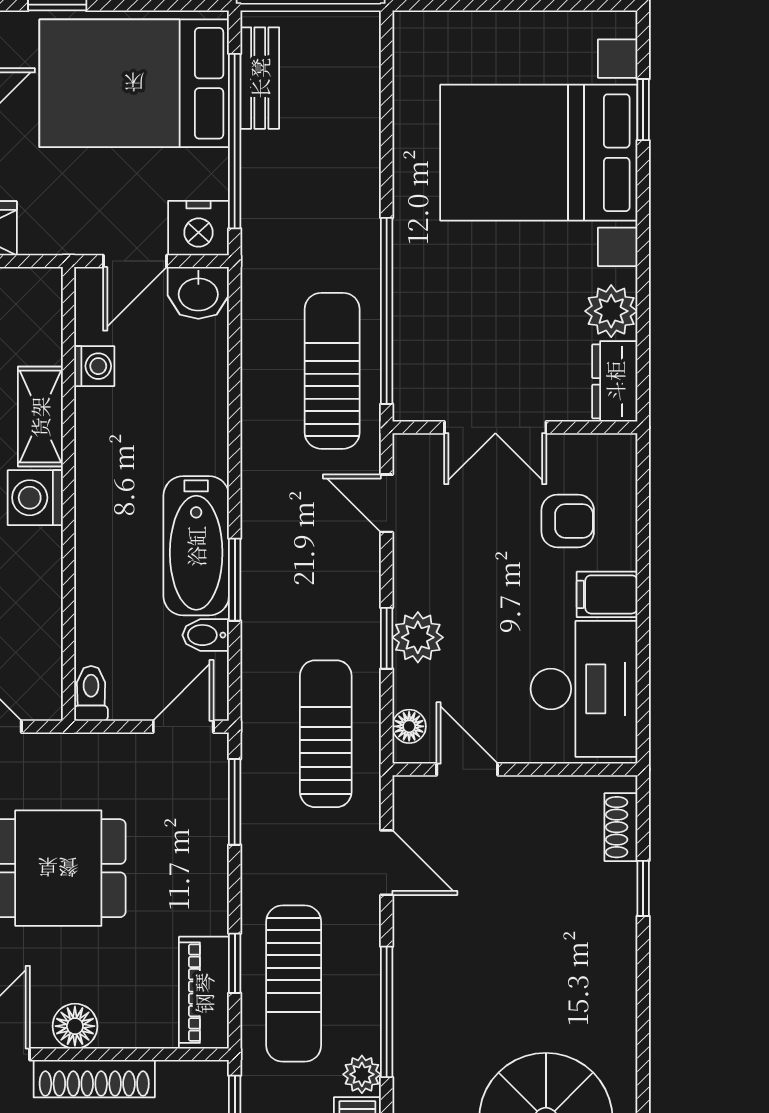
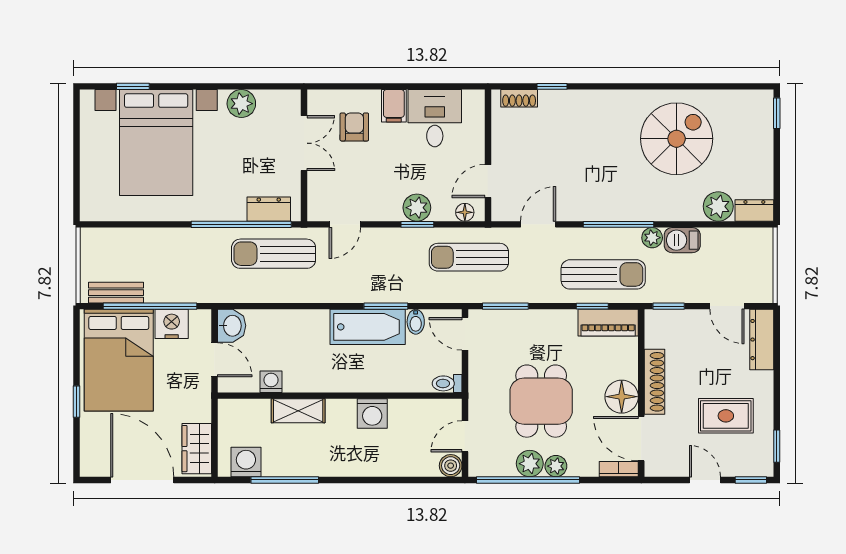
nightstand: (199, 228) -> (172, 324), moved, turned -90
dresser: (615, 381) -> (269, 209), moved, turned 180
double door: (495, 427) -> (304, 143), moved
washing machine: (35, 498) -> (372, 413), moved
desk: (584, 689) -> (435, 118), width x0.73
floor lamp: (75, 1026) -> (622, 397), width x1.38, depth x1.38

